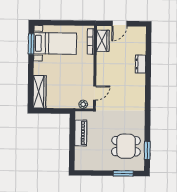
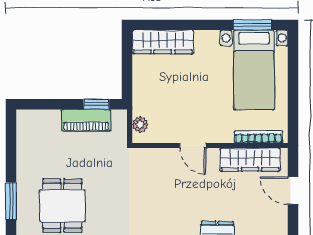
wardrobe: (103, 41) -> (250, 160), width x1.50
door: (95, 93) -> (193, 145), moved
window: (72, 127) -> (96, 104), added

